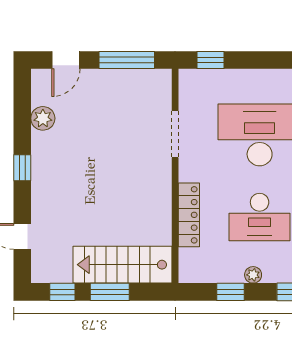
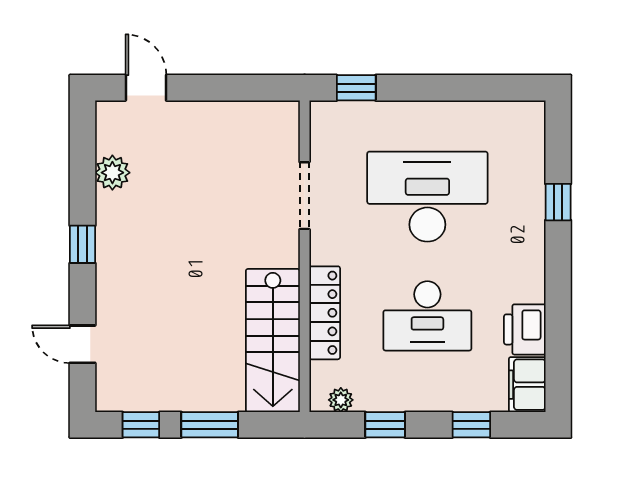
door: (66, 60) -> (146, 88), swing flipped
window: (127, 60) -> (234, 88), removed
stairs: (123, 265) -> (273, 341), moved, turned -90
plant: (253, 275) -> (341, 400), moved

